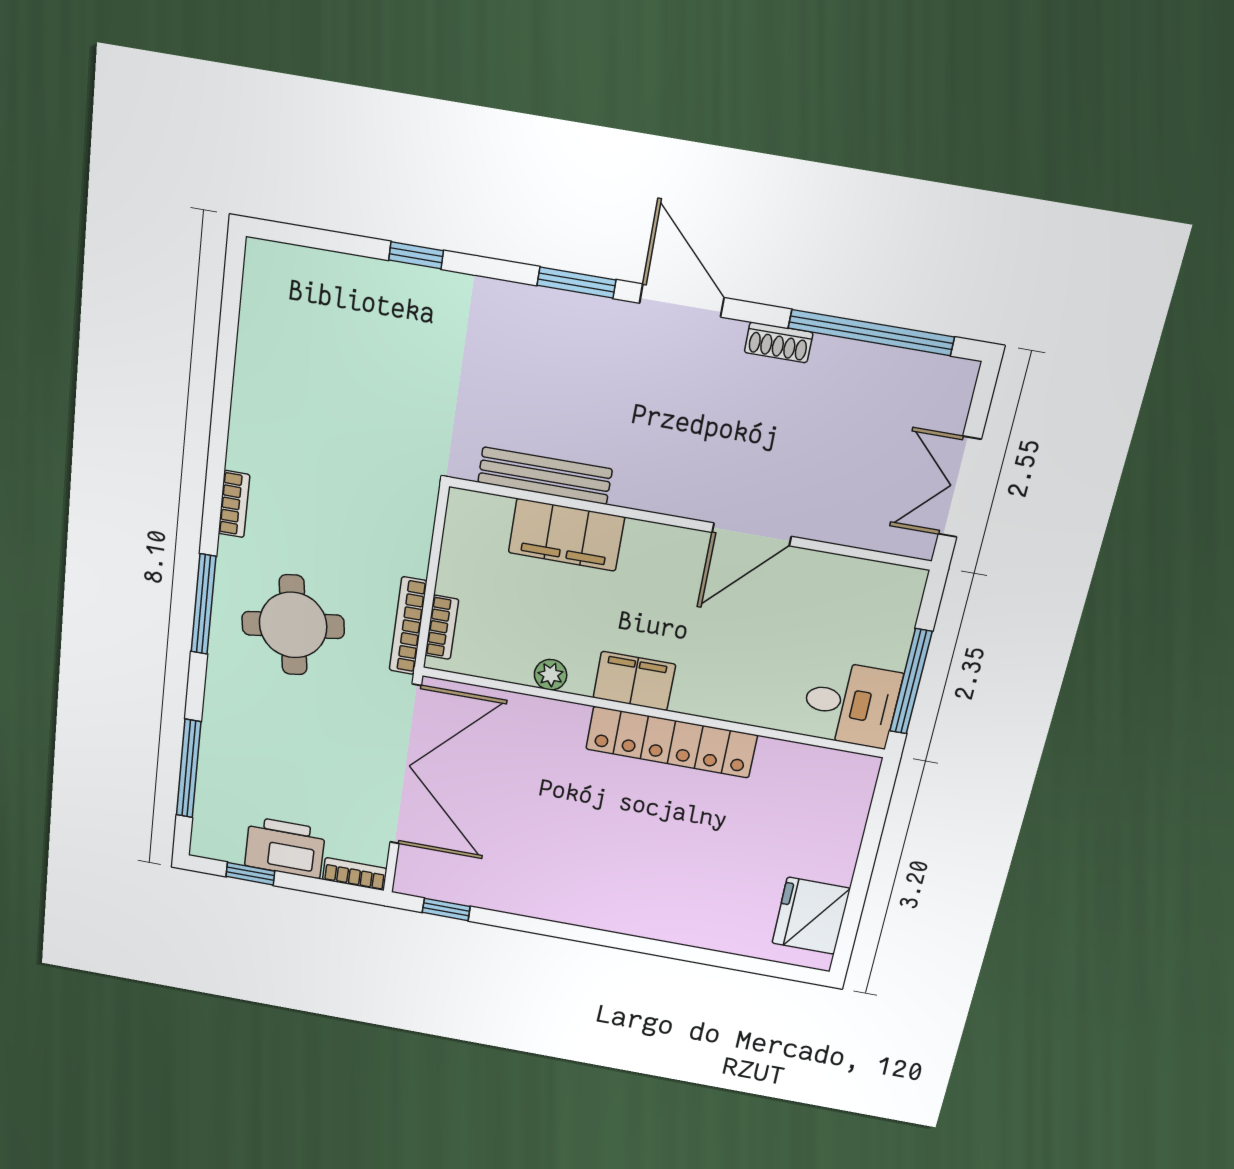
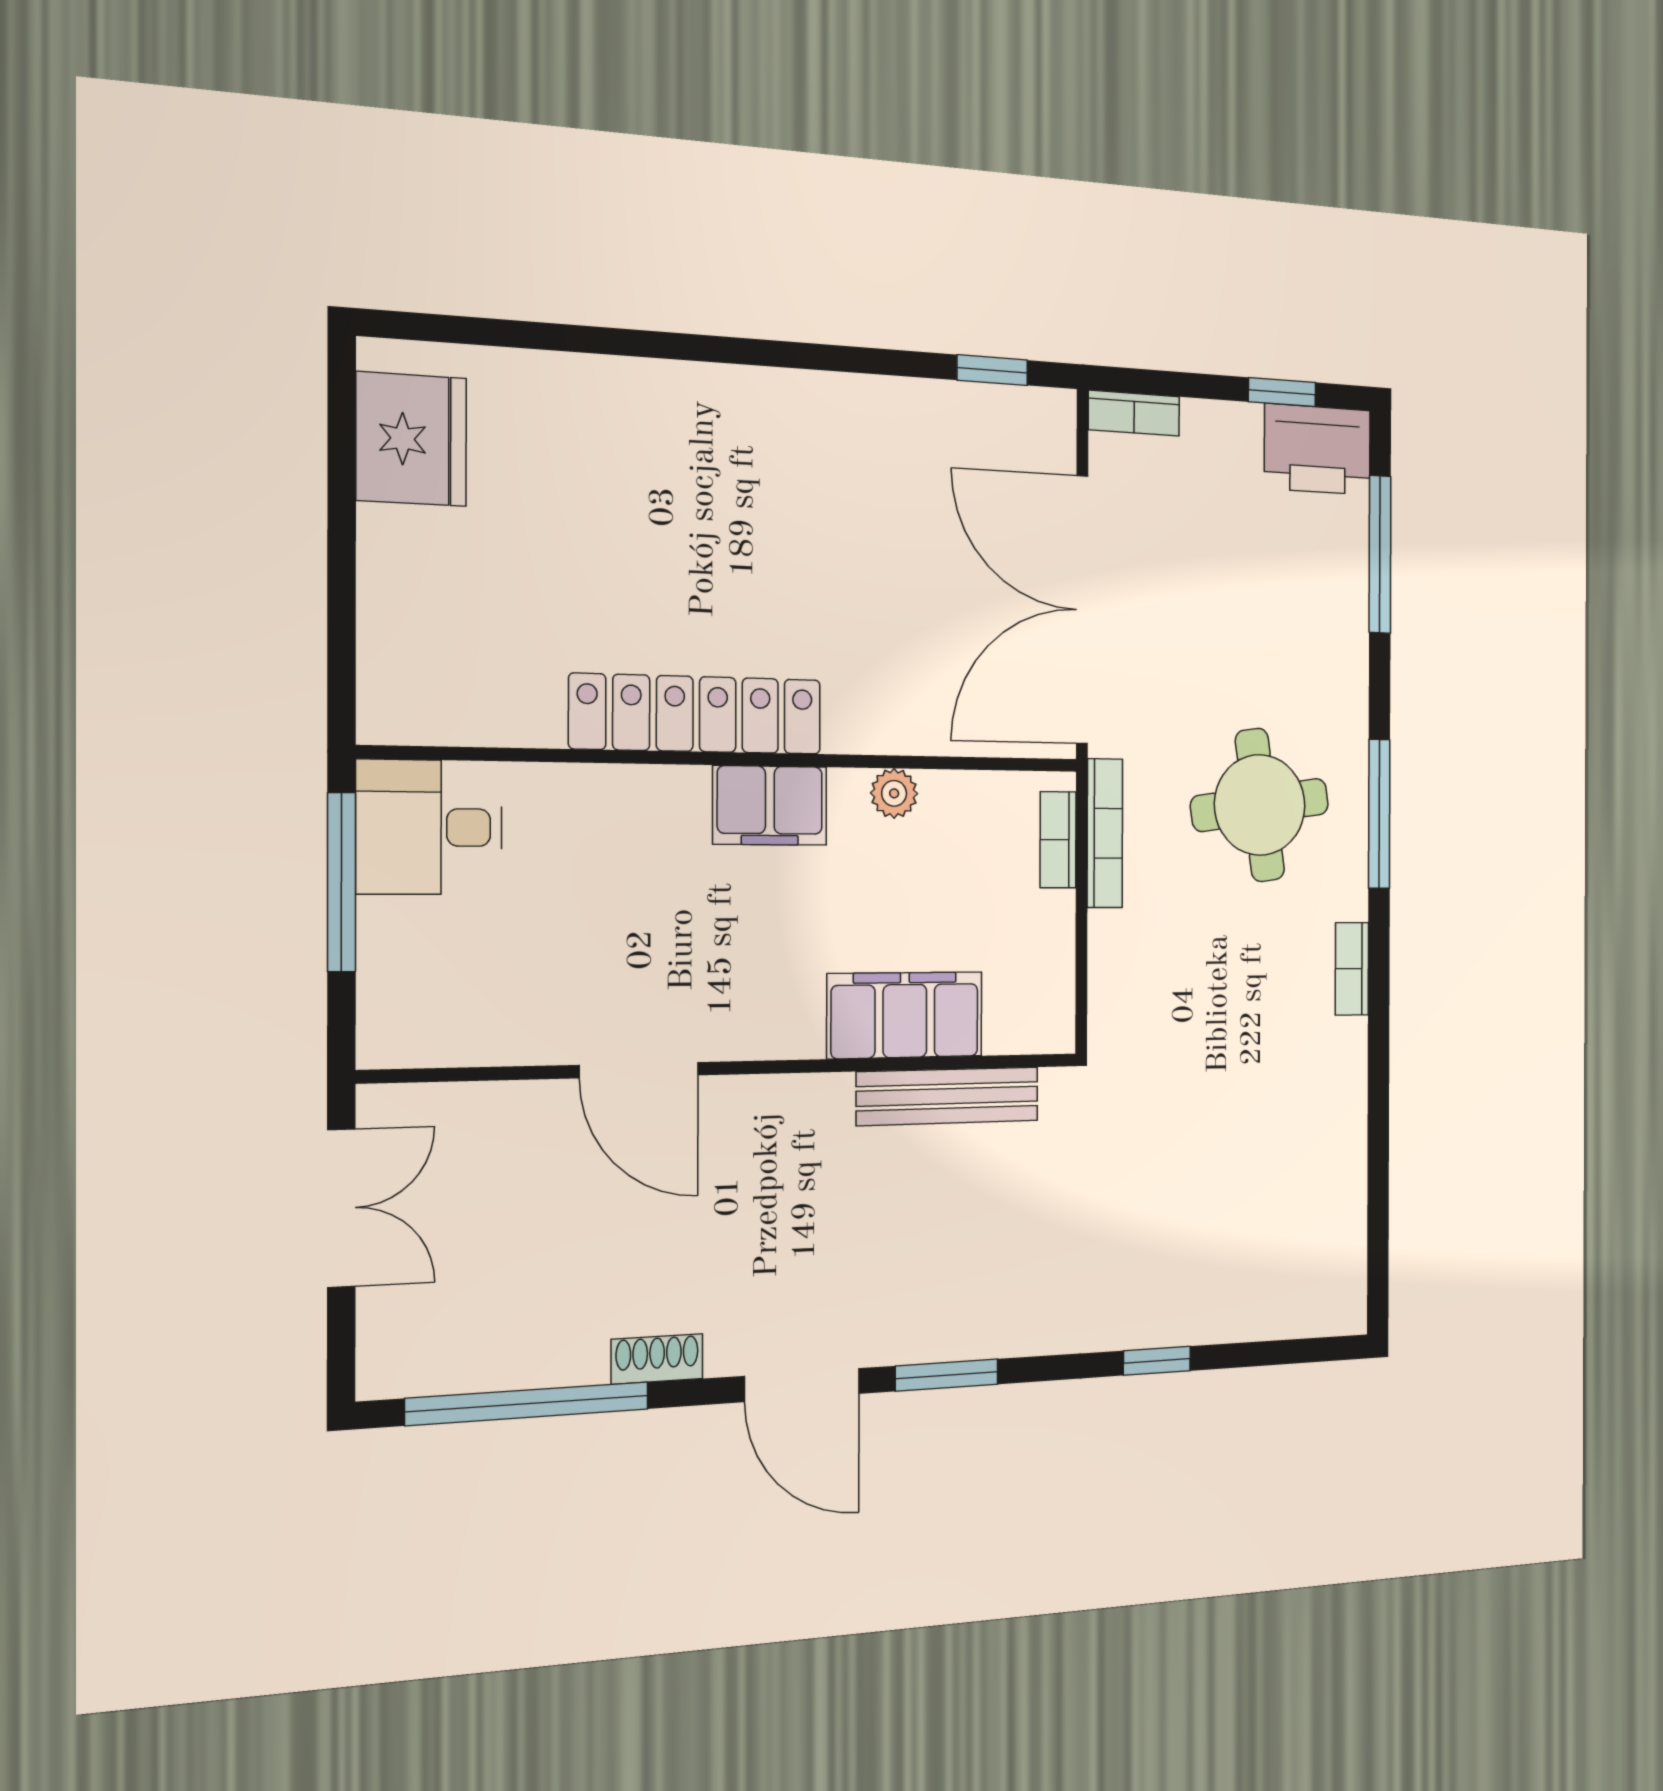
door: (752, 534) -> (639, 1070), swing flipped
printer: (285, 848) -> (1318, 449), moved

